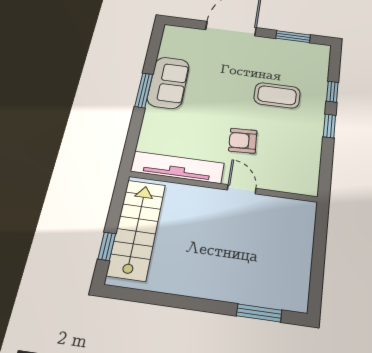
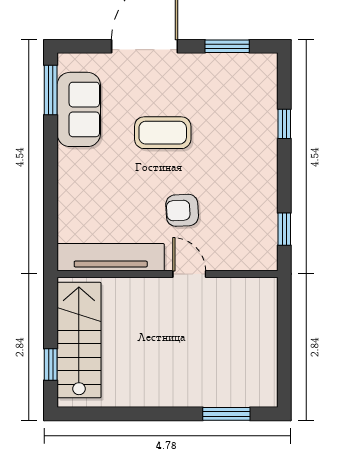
sofa: (168, 83) -> (79, 109), moved
window: (144, 90) -> (51, 90), moved
coffee table: (277, 95) -> (163, 133), moved
window: (329, 126) -> (284, 229), moved

